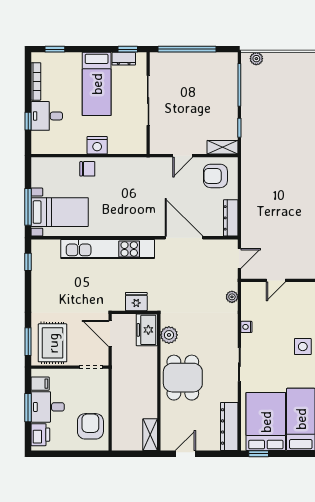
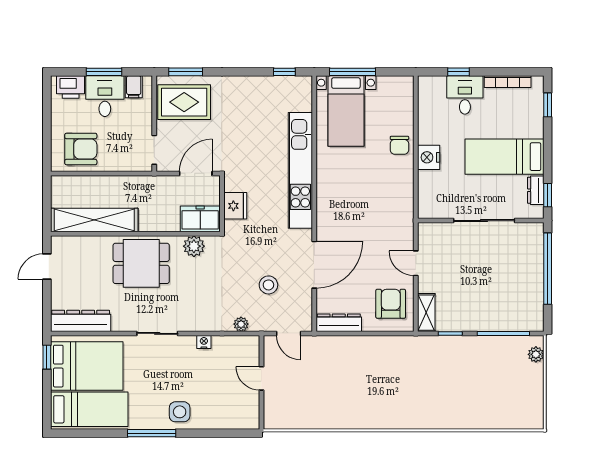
stool: (200, 275) -> (268, 285), added
shelving: (150, 435) -> (94, 220), width x2.20, depth x1.33
door: (185, 454) -> (47, 266), swing flipped

